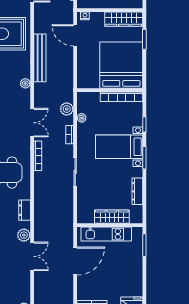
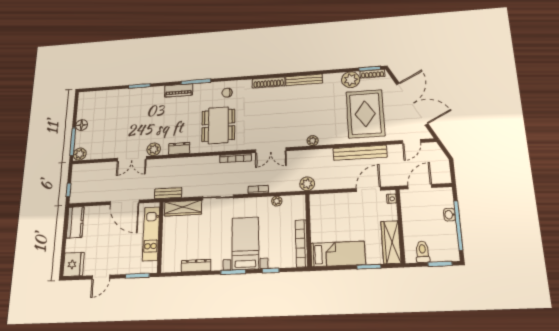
bench: (40, 58) -> (360, 153), moved
bed: (121, 65) -> (338, 254), width x0.49
plant: (67, 109) -> (307, 184), moved
wardrobe: (112, 217) -> (183, 208), moved, turned 90
bench: (68, 219) -> (168, 193), added
door: (144, 279) -> (101, 277), added

